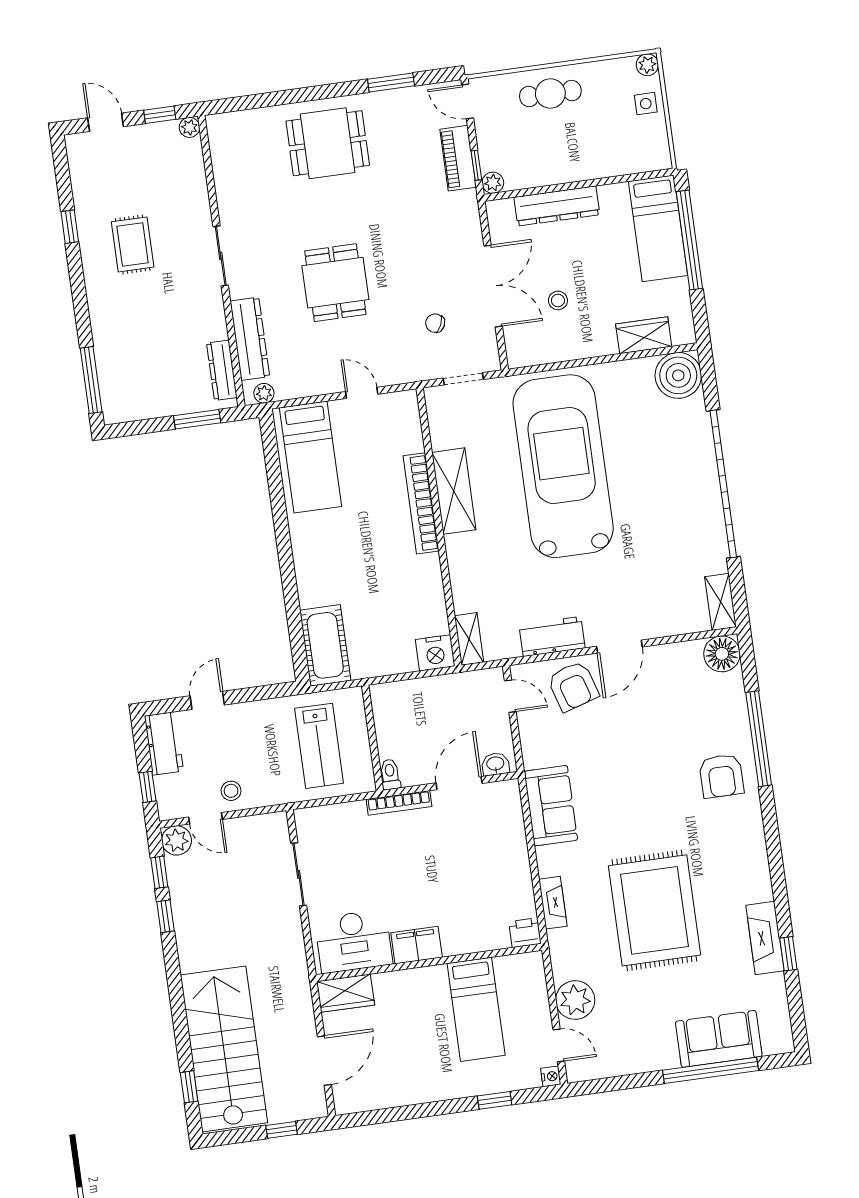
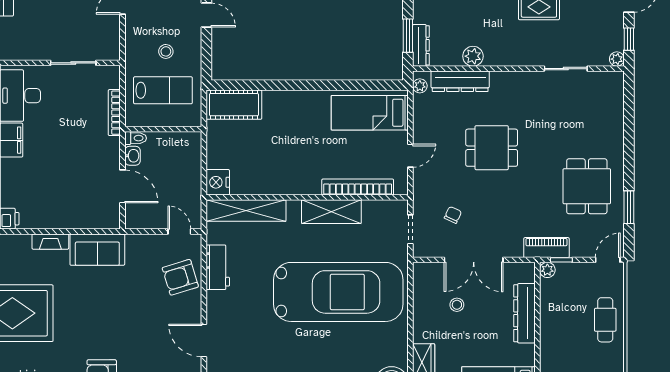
dining table: (328, 143) -> (587, 186), moved
piano: (458, 158) -> (546, 248), moved
sliding door: (221, 256) -> (566, 69), moved
plant: (213, 326) -> (473, 56), added
dresser: (222, 370) -> (421, 45), moved, turned 90
bookcase: (421, 503) -> (358, 187), moved
shelving: (469, 639) -> (246, 211), width x2.20, depth x1.33
door: (619, 647) -> (204, 340), moved
door: (510, 696) -> (179, 232), swing flipped
lab bench: (319, 746) -> (163, 90), turned 180
washbasin: (495, 764) -> (132, 156), moved
stool: (231, 791) -> (166, 51), moved
bookcase: (399, 803) -> (114, 113), moved
fireplace: (553, 903) -> (50, 242), moved

